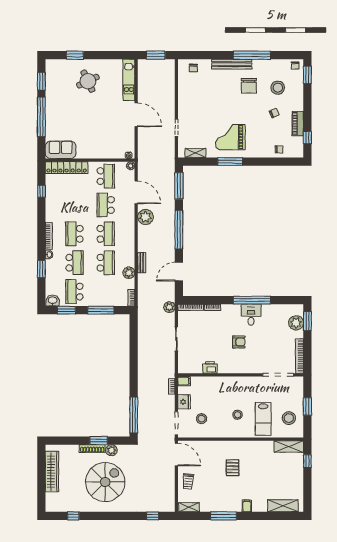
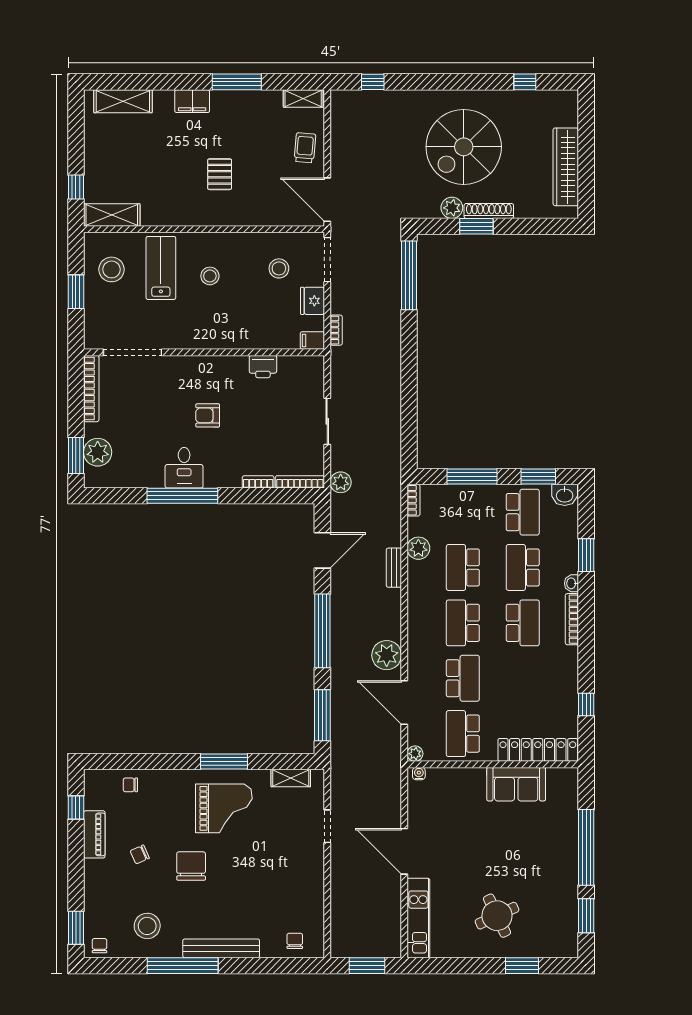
chair: (249, 86) -> (191, 866), moved
stool: (278, 88) -> (147, 926), moved
sofa: (61, 150) -> (516, 784), moved
filing cabinet: (247, 506) -> (192, 101), width x2.00

